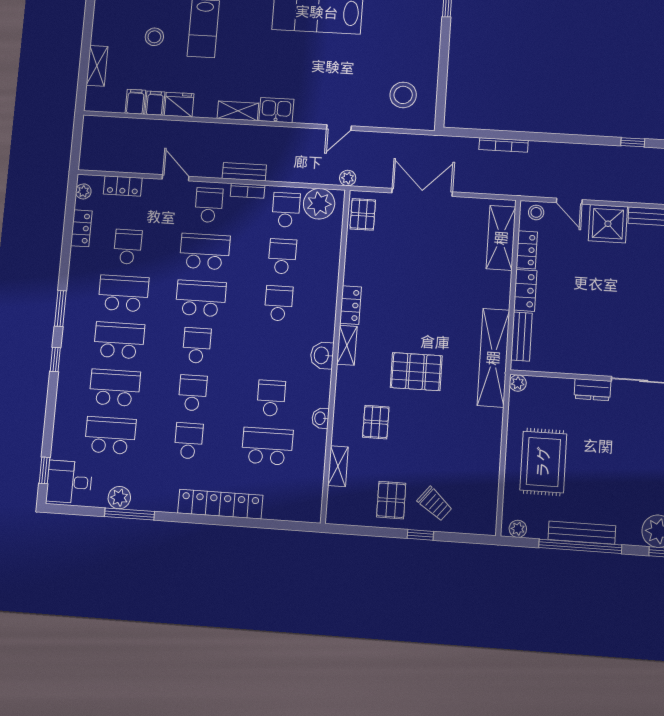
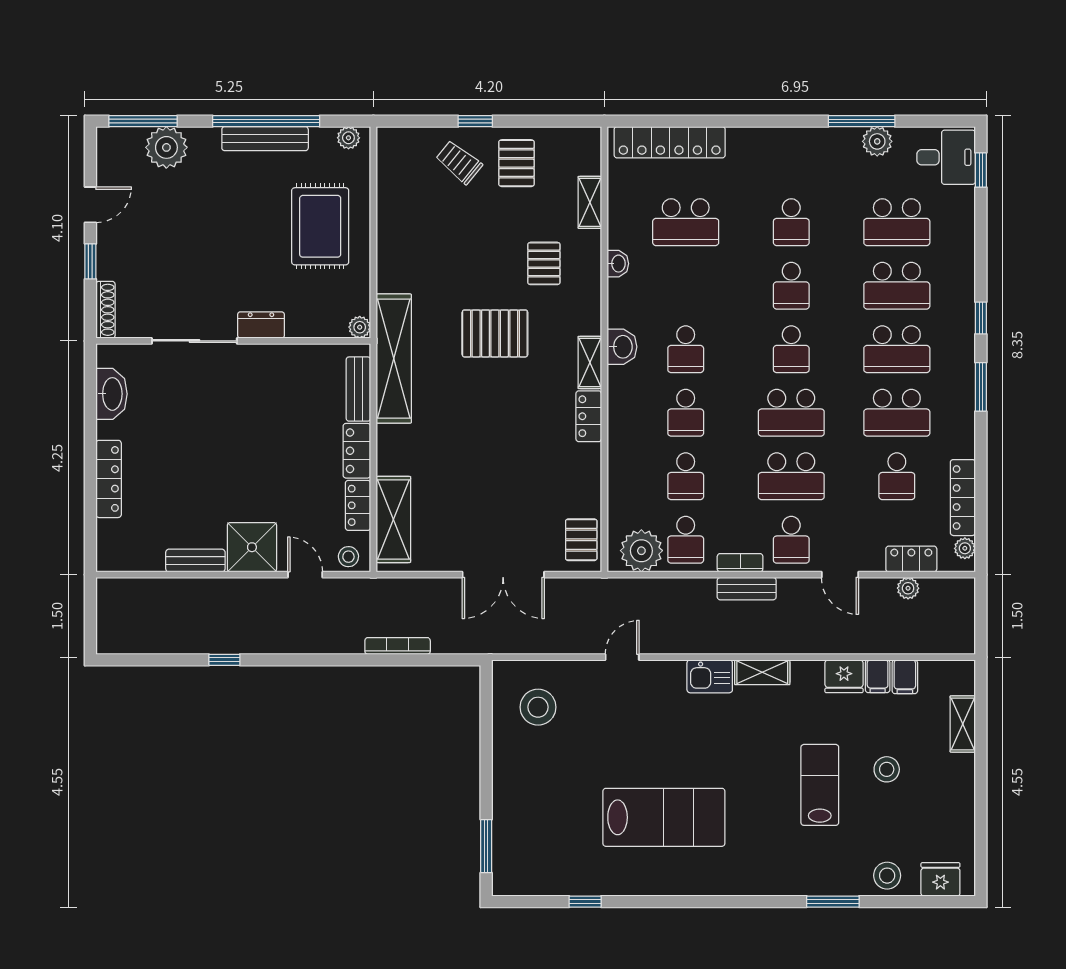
plant: (348, 178) -> (908, 588), moved
locker: (81, 228) -> (963, 498), width x1.53
school desk: (271, 398) -> (686, 349), moved
locker: (220, 504) -> (670, 142), moved

